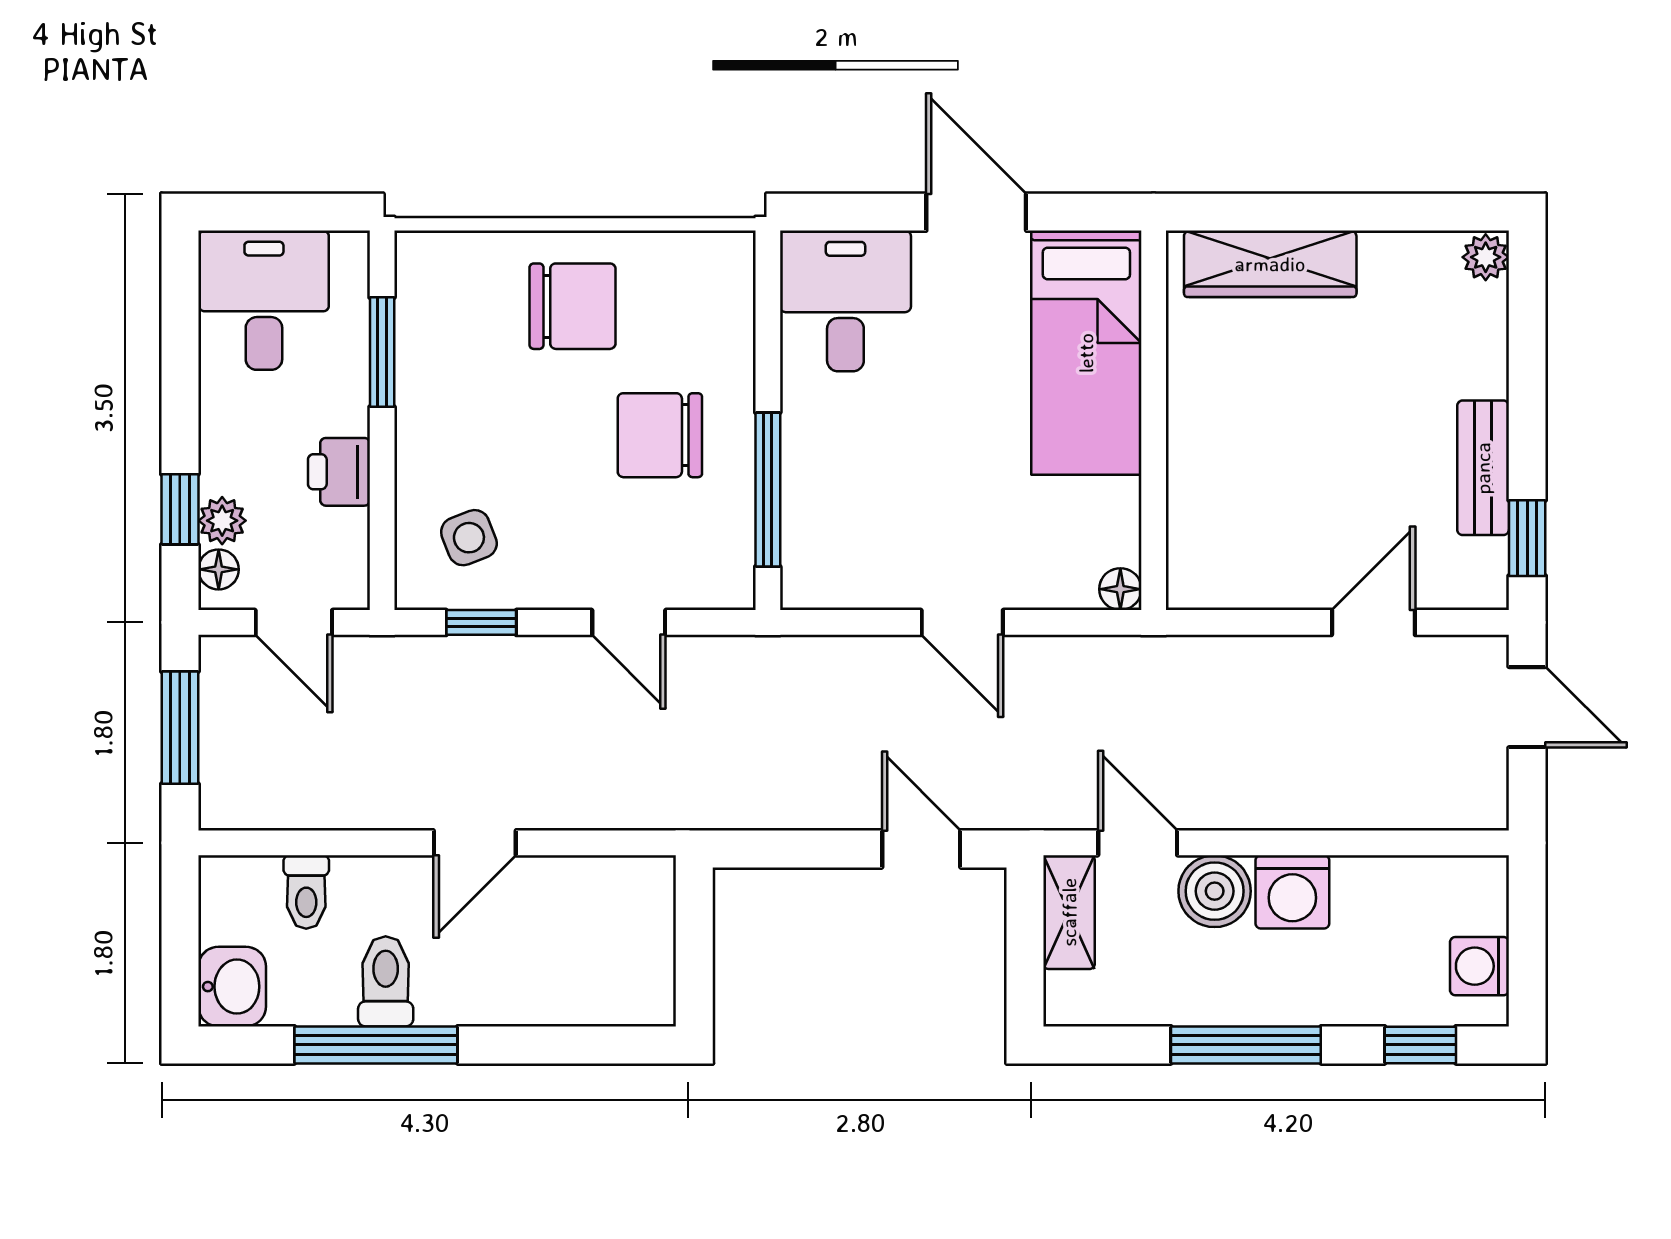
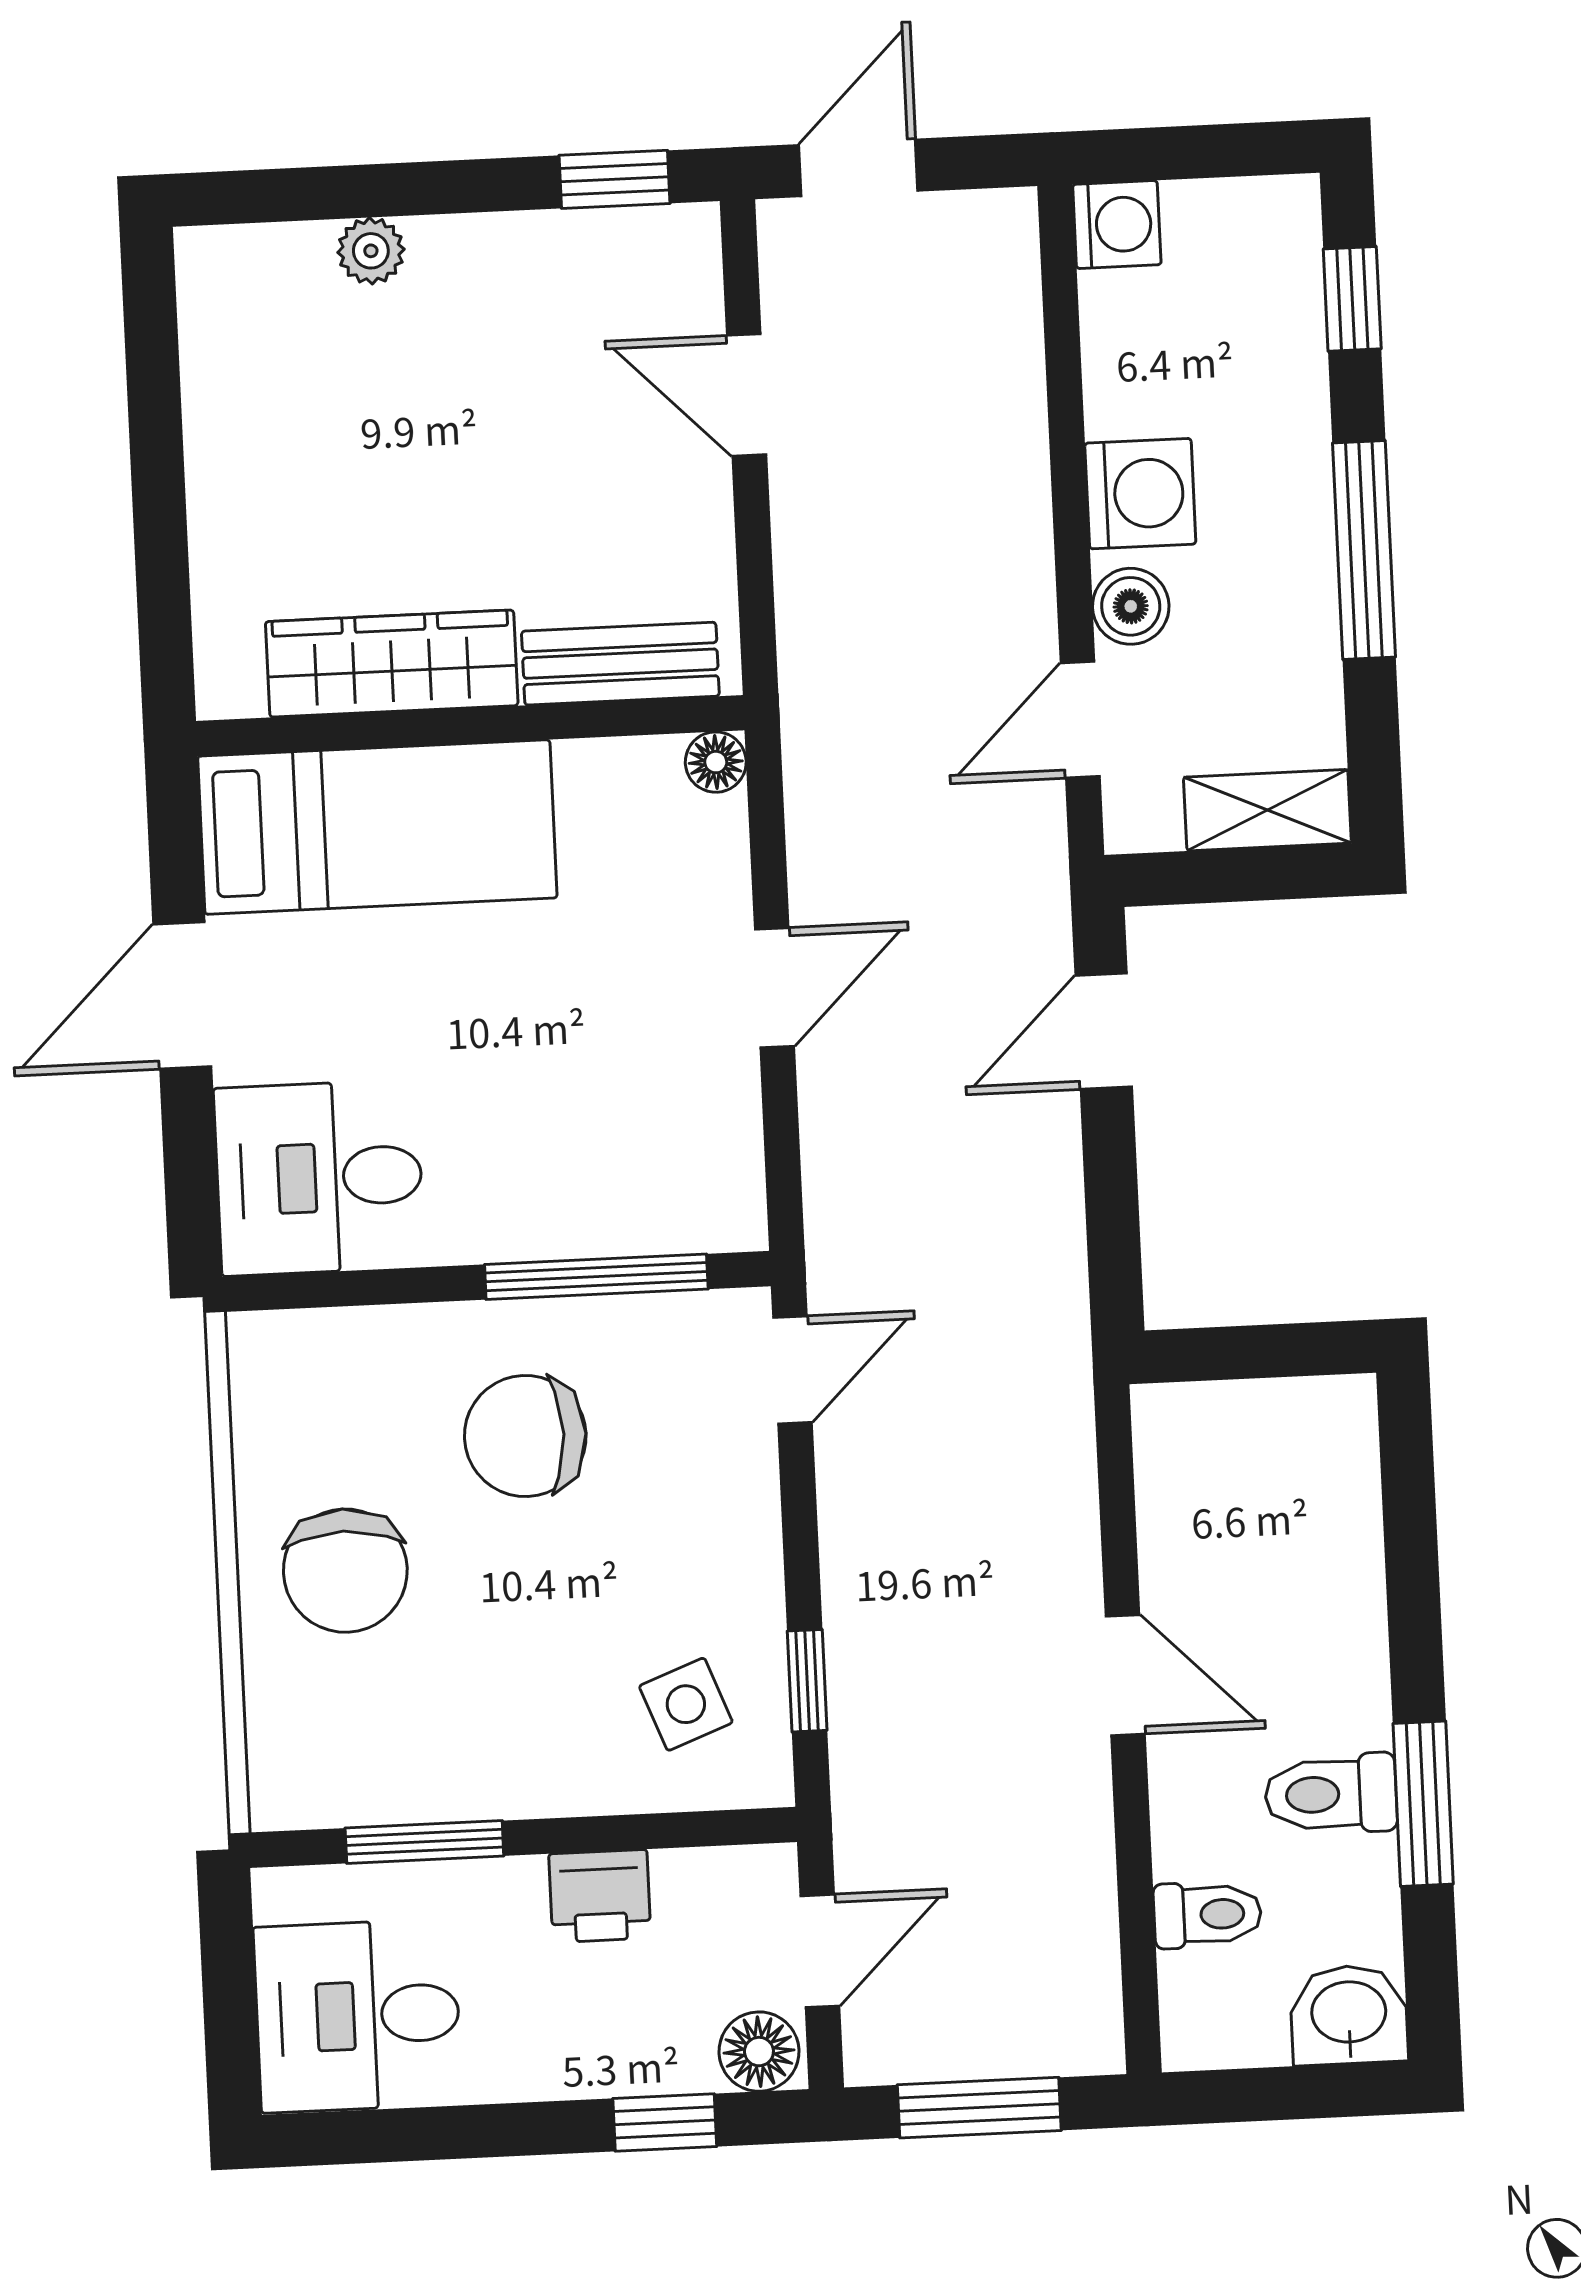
plant: (1486, 257) -> (371, 251), moved
wardrobe: (1270, 264) -> (392, 664), moved, turned -90
chair: (573, 306) -> (345, 1571), turned 180
chair: (660, 435) -> (525, 1436), turned 90
bench: (1483, 468) -> (620, 664), moved
plant: (222, 521) -> (678, 2061), removed
floor lamp: (219, 569) -> (759, 2052), width x1.37, depth x1.37
door: (629, 622) -> (792, 1370), moved
boiler: (1215, 891) -> (1131, 606), width x0.73, depth x0.73
shelving: (1069, 912) -> (1267, 810), moved
washing machine: (1479, 966) -> (1117, 225), moved, turned -90
window: (376, 1045) -> (1423, 1804), width x0.69

